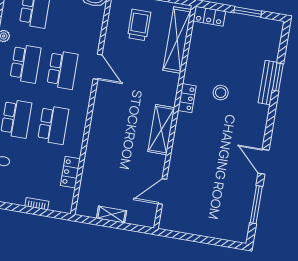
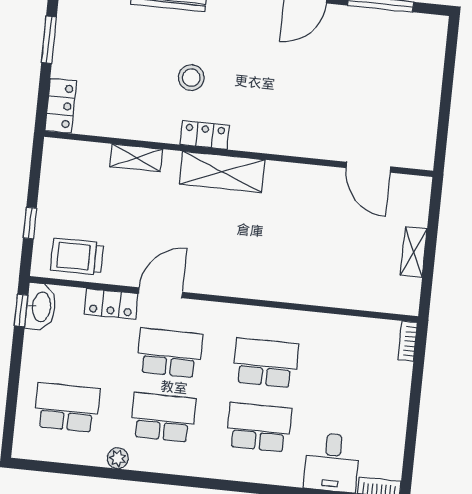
trolley: (139, 25) -> (77, 257), moved
shelving: (177, 40) -> (136, 158), width x0.45, depth x0.75
shelving: (161, 130) -> (222, 172), moved
locker: (70, 172) -> (111, 304), moved
bookcase: (37, 204) -> (408, 341), moved

